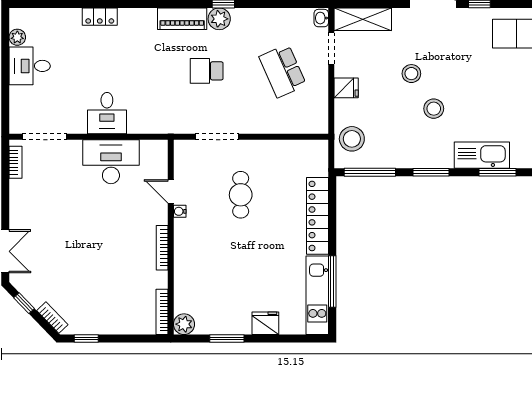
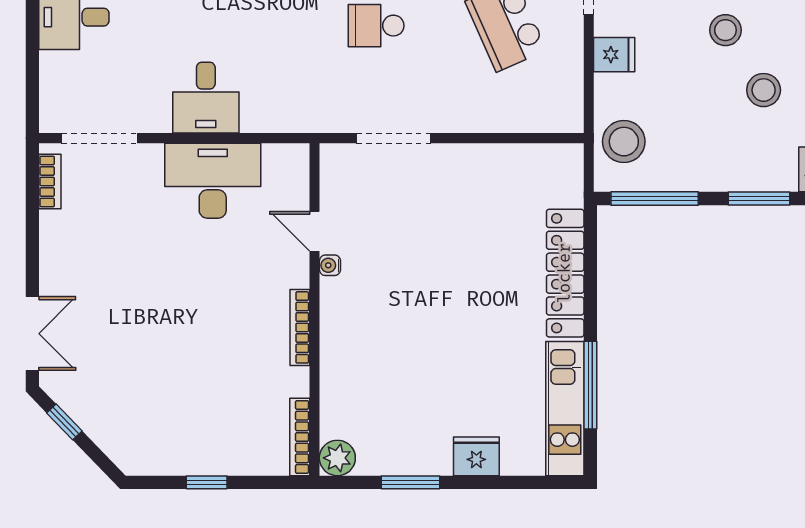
cafe table: (241, 195) -> (434, 237), removed
bookcase: (52, 318) -> (113, 447), removed
window: (86, 339) -> (207, 482), moved

